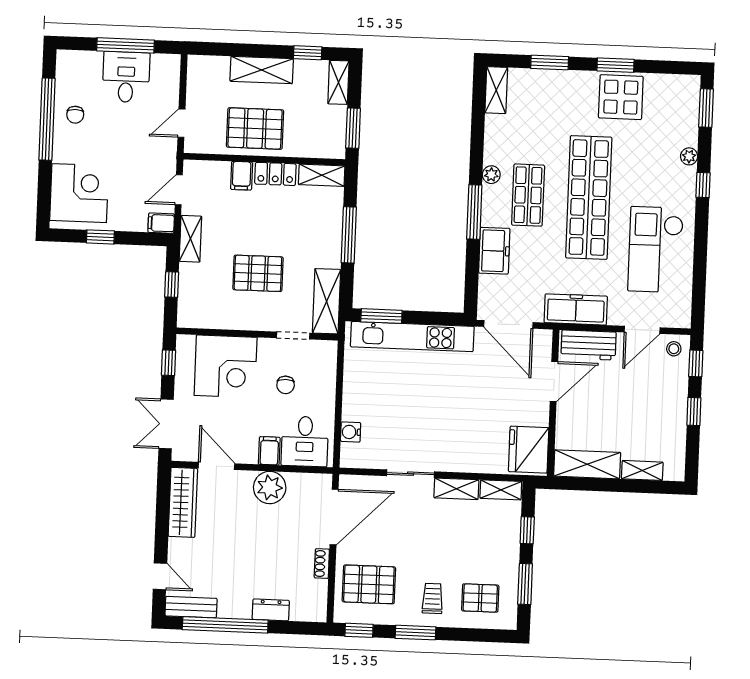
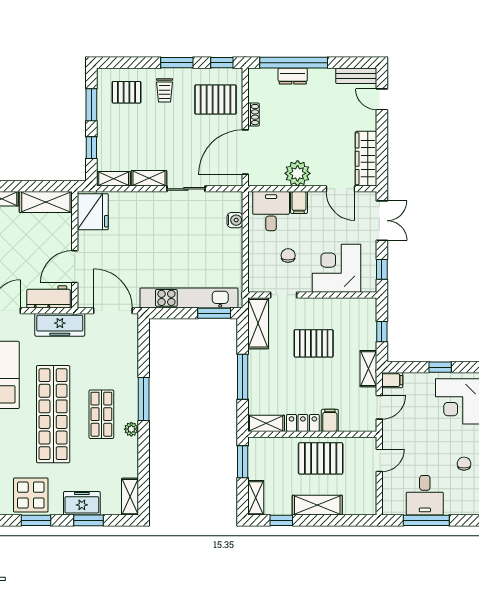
freezer: (494, 251) -> (82, 503), moved, turned 90
window: (225, 625) -> (294, 63), moved

